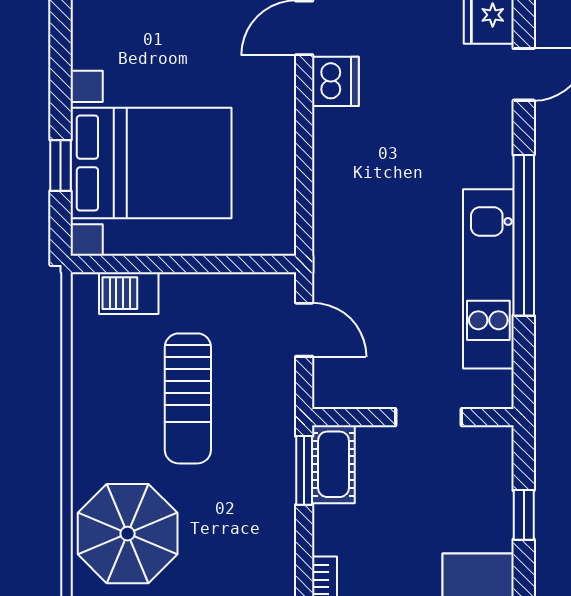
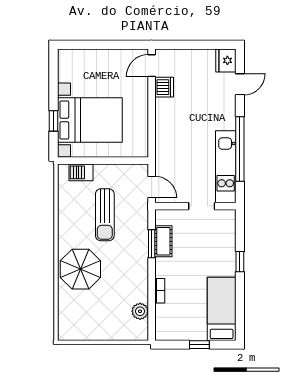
wall: (413, 417) -> (195, 206), moved
doorway: (428, 417) -> (202, 206), moved

